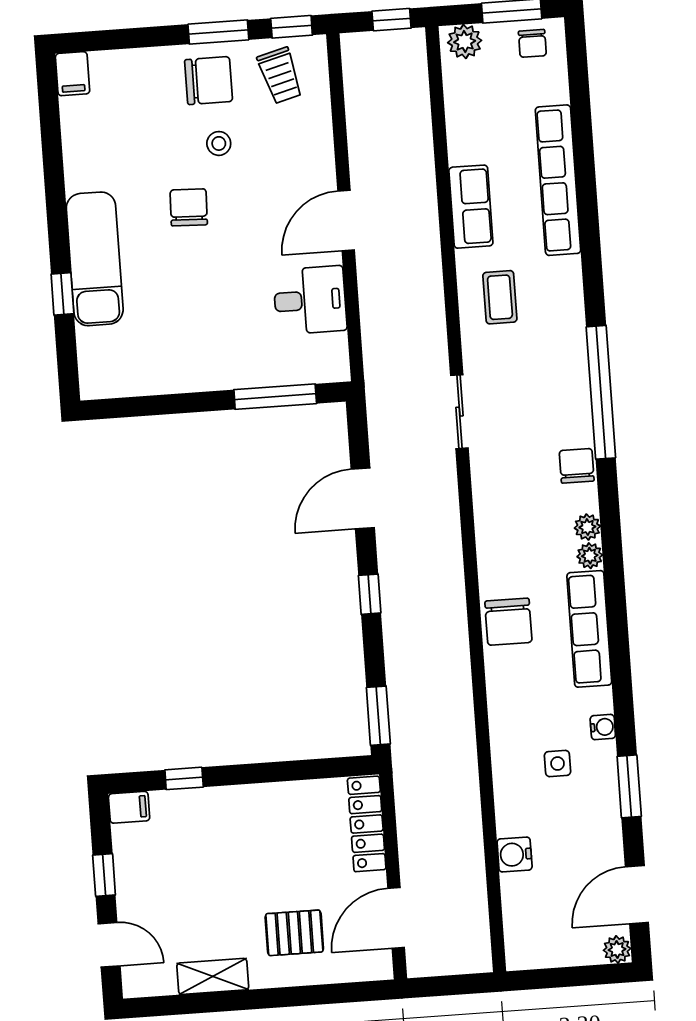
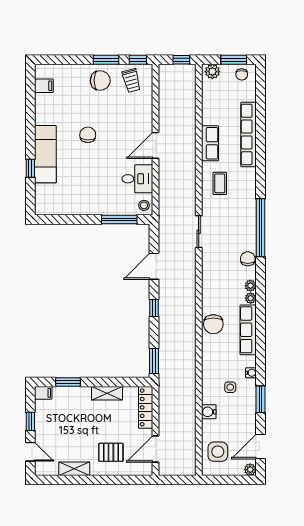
filing cabinet: (73, 74) -> (44, 86), moved, turned -90
stool: (219, 143) -> (144, 205), moved
window: (184, 778) -> (68, 382), width x1.50
shelving: (275, 798) -> (107, 393), added
water cooler: (515, 854) -> (209, 412), moved
side table: (540, 914) -> (218, 452), added

